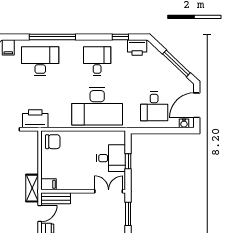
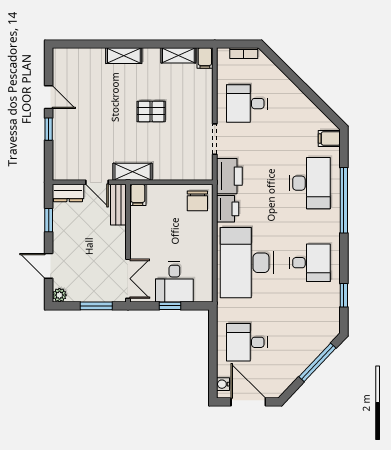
printer: (137, 47) -> (228, 209), moved, turned 180
window: (176, 63) -> (317, 362), moved

